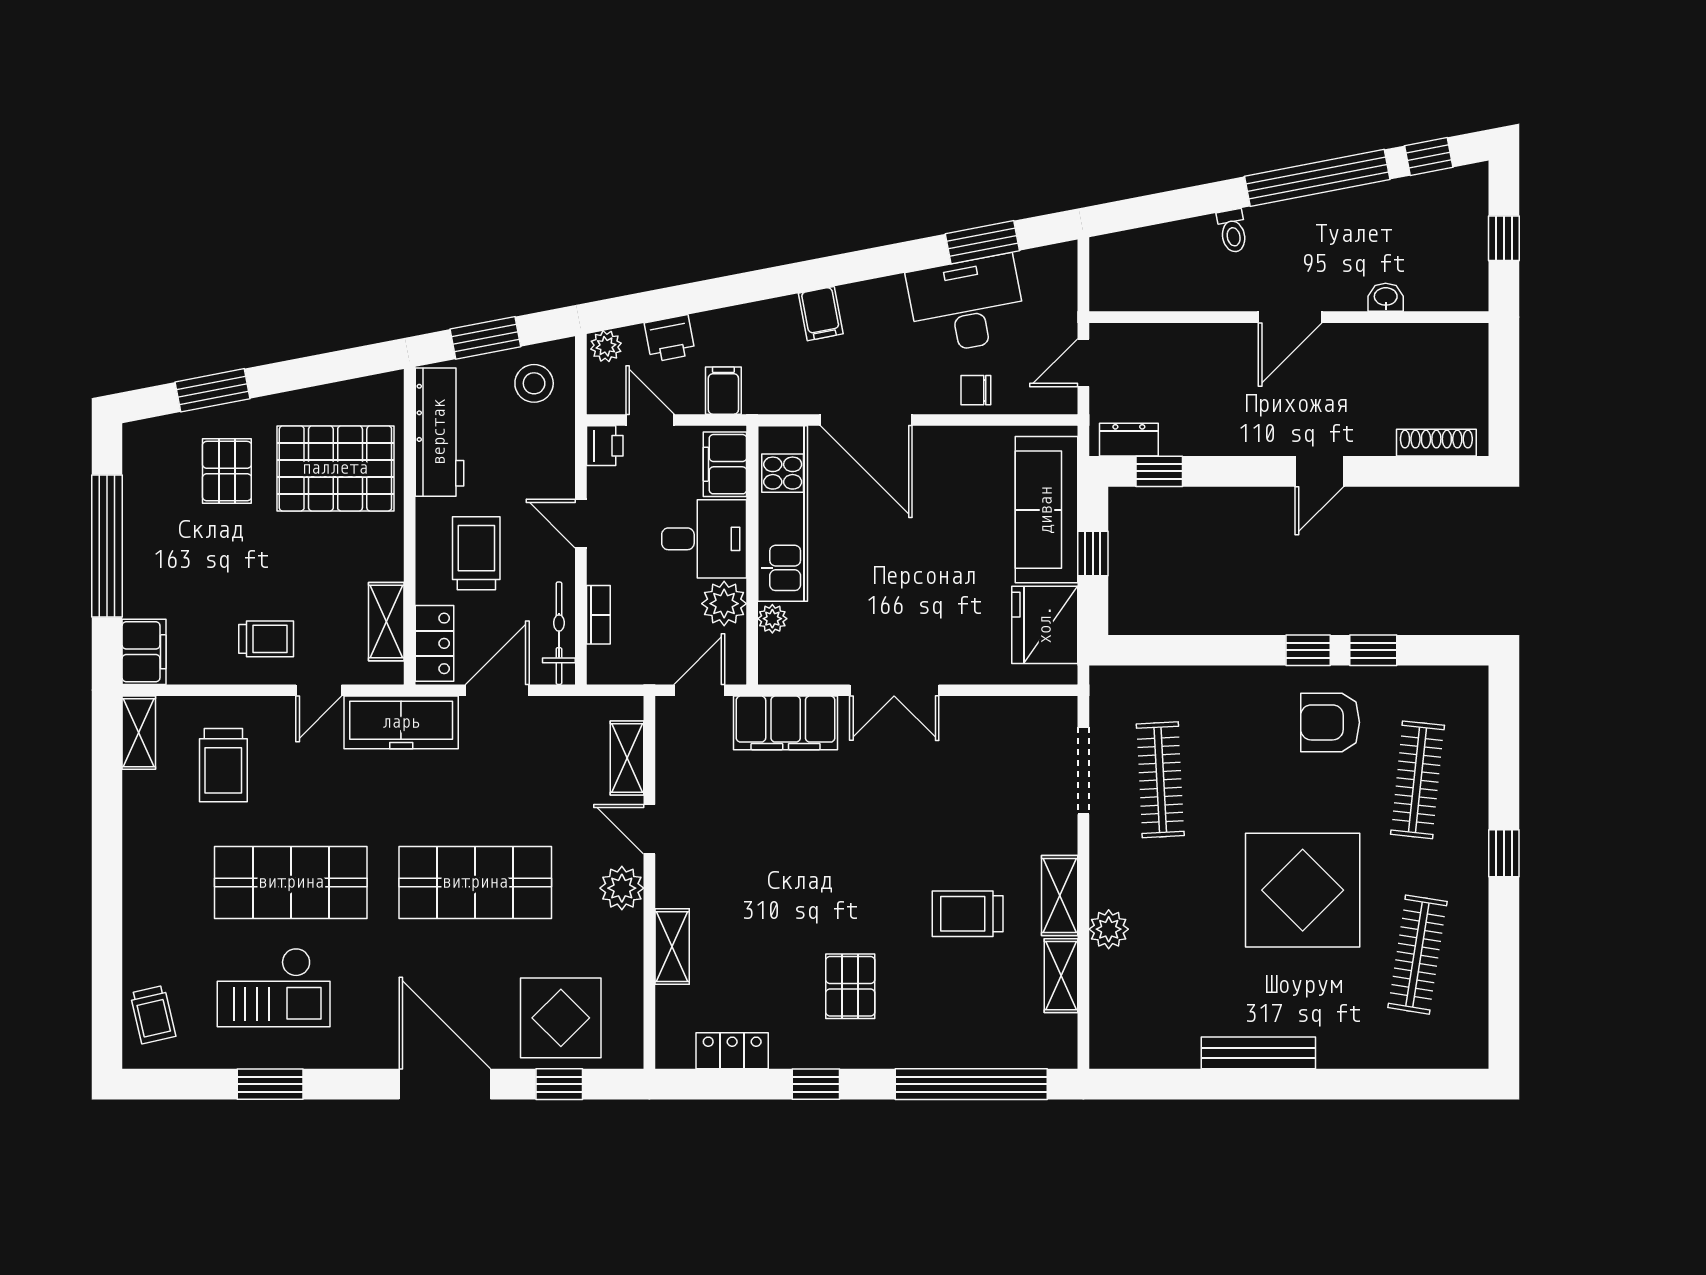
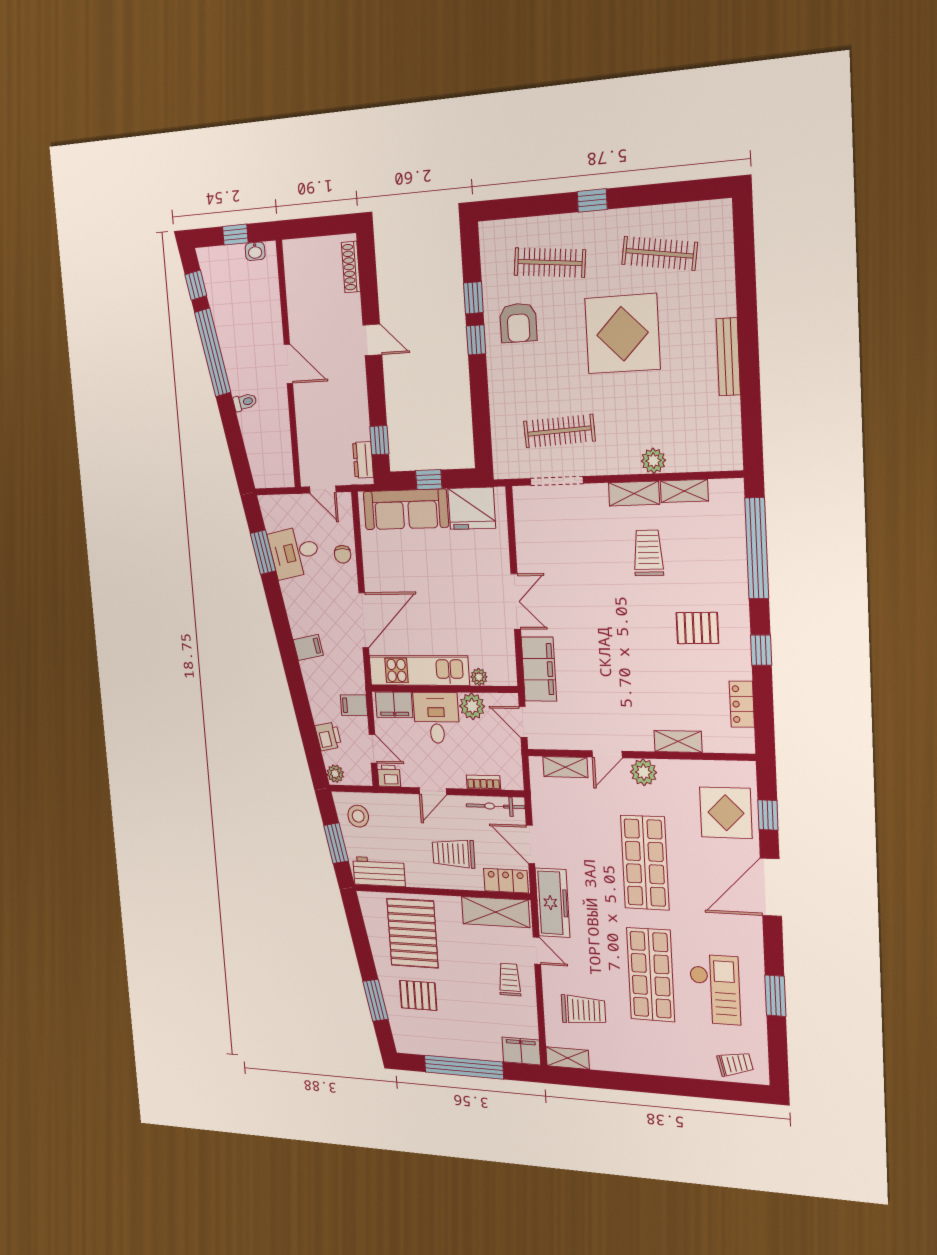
washbasin: (1386, 297) -> (255, 251), moved, turned -90
desk: (967, 305) -> (295, 552), width x0.73
door: (650, 420) -> (373, 749), swing flipped
workbench: (439, 432) -> (379, 872), width x0.73
shelving: (386, 622) -> (496, 912), width x1.50, depth x1.33
trolley: (968, 914) -> (648, 553), turned 180

